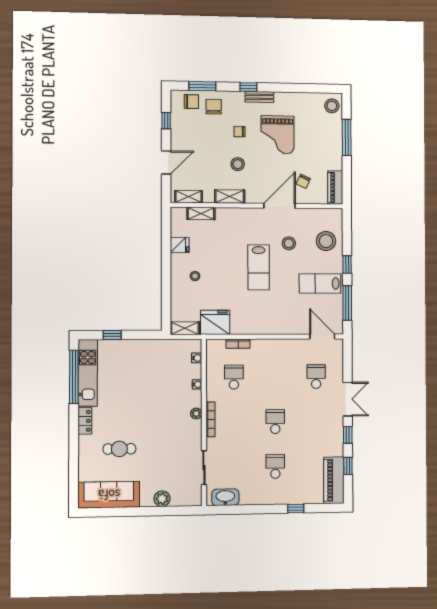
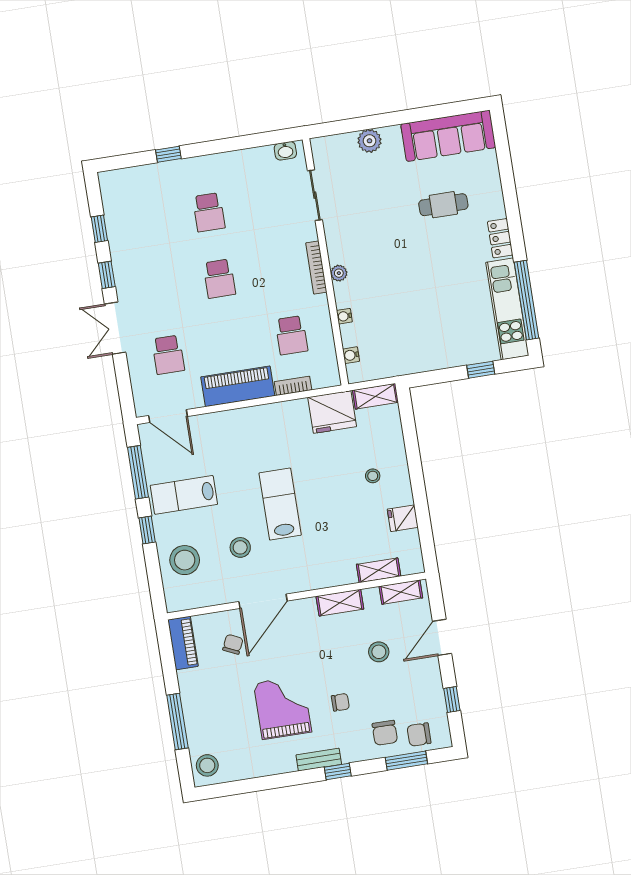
stool: (238, 164) -> (379, 652), moved
lab bench: (320, 283) -> (184, 495), turned 180
piano: (334, 480) -> (238, 386), moved, turned -90
washbasin: (225, 497) -> (285, 151), width x0.52, depth x0.69

